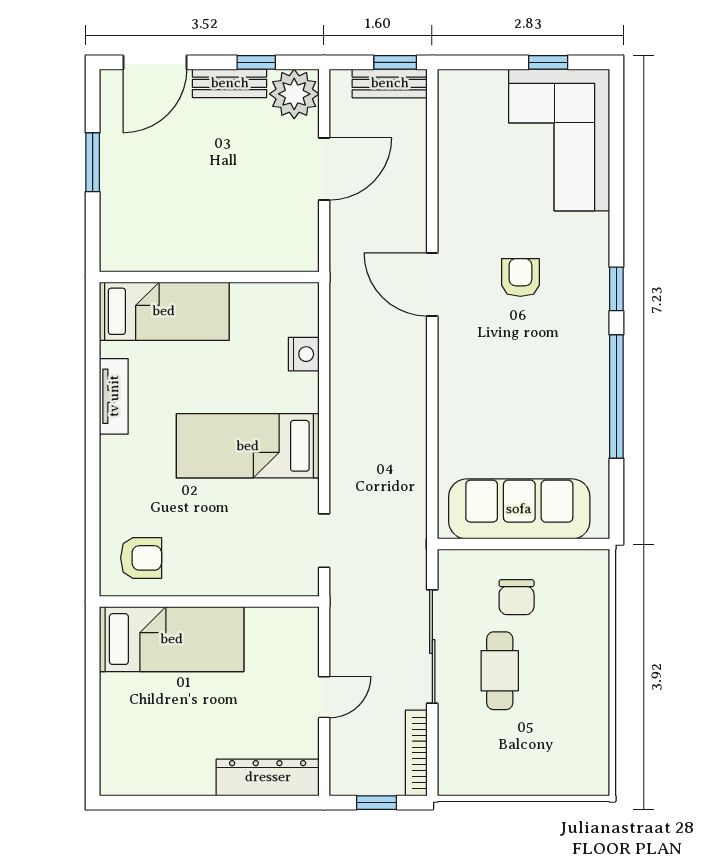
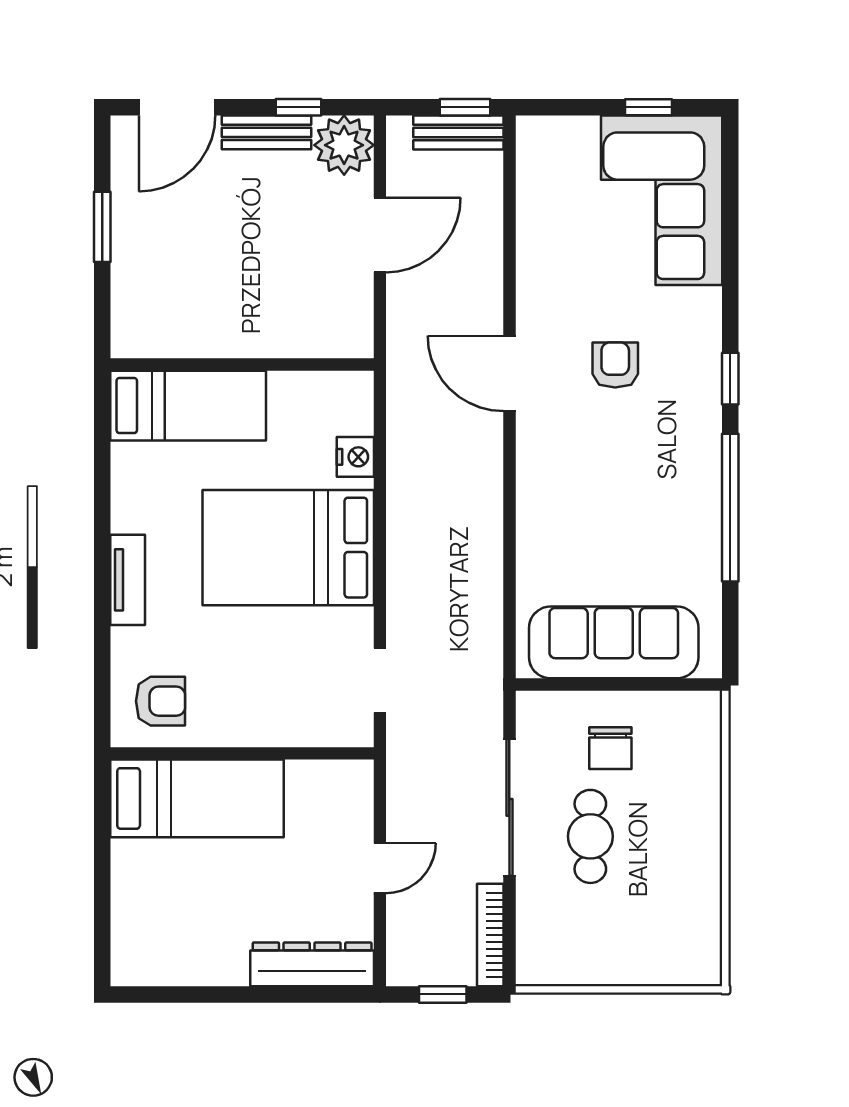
tv unit: (114, 396) -> (128, 580), moved
bed: (248, 446) -> (288, 548), width x1.50

